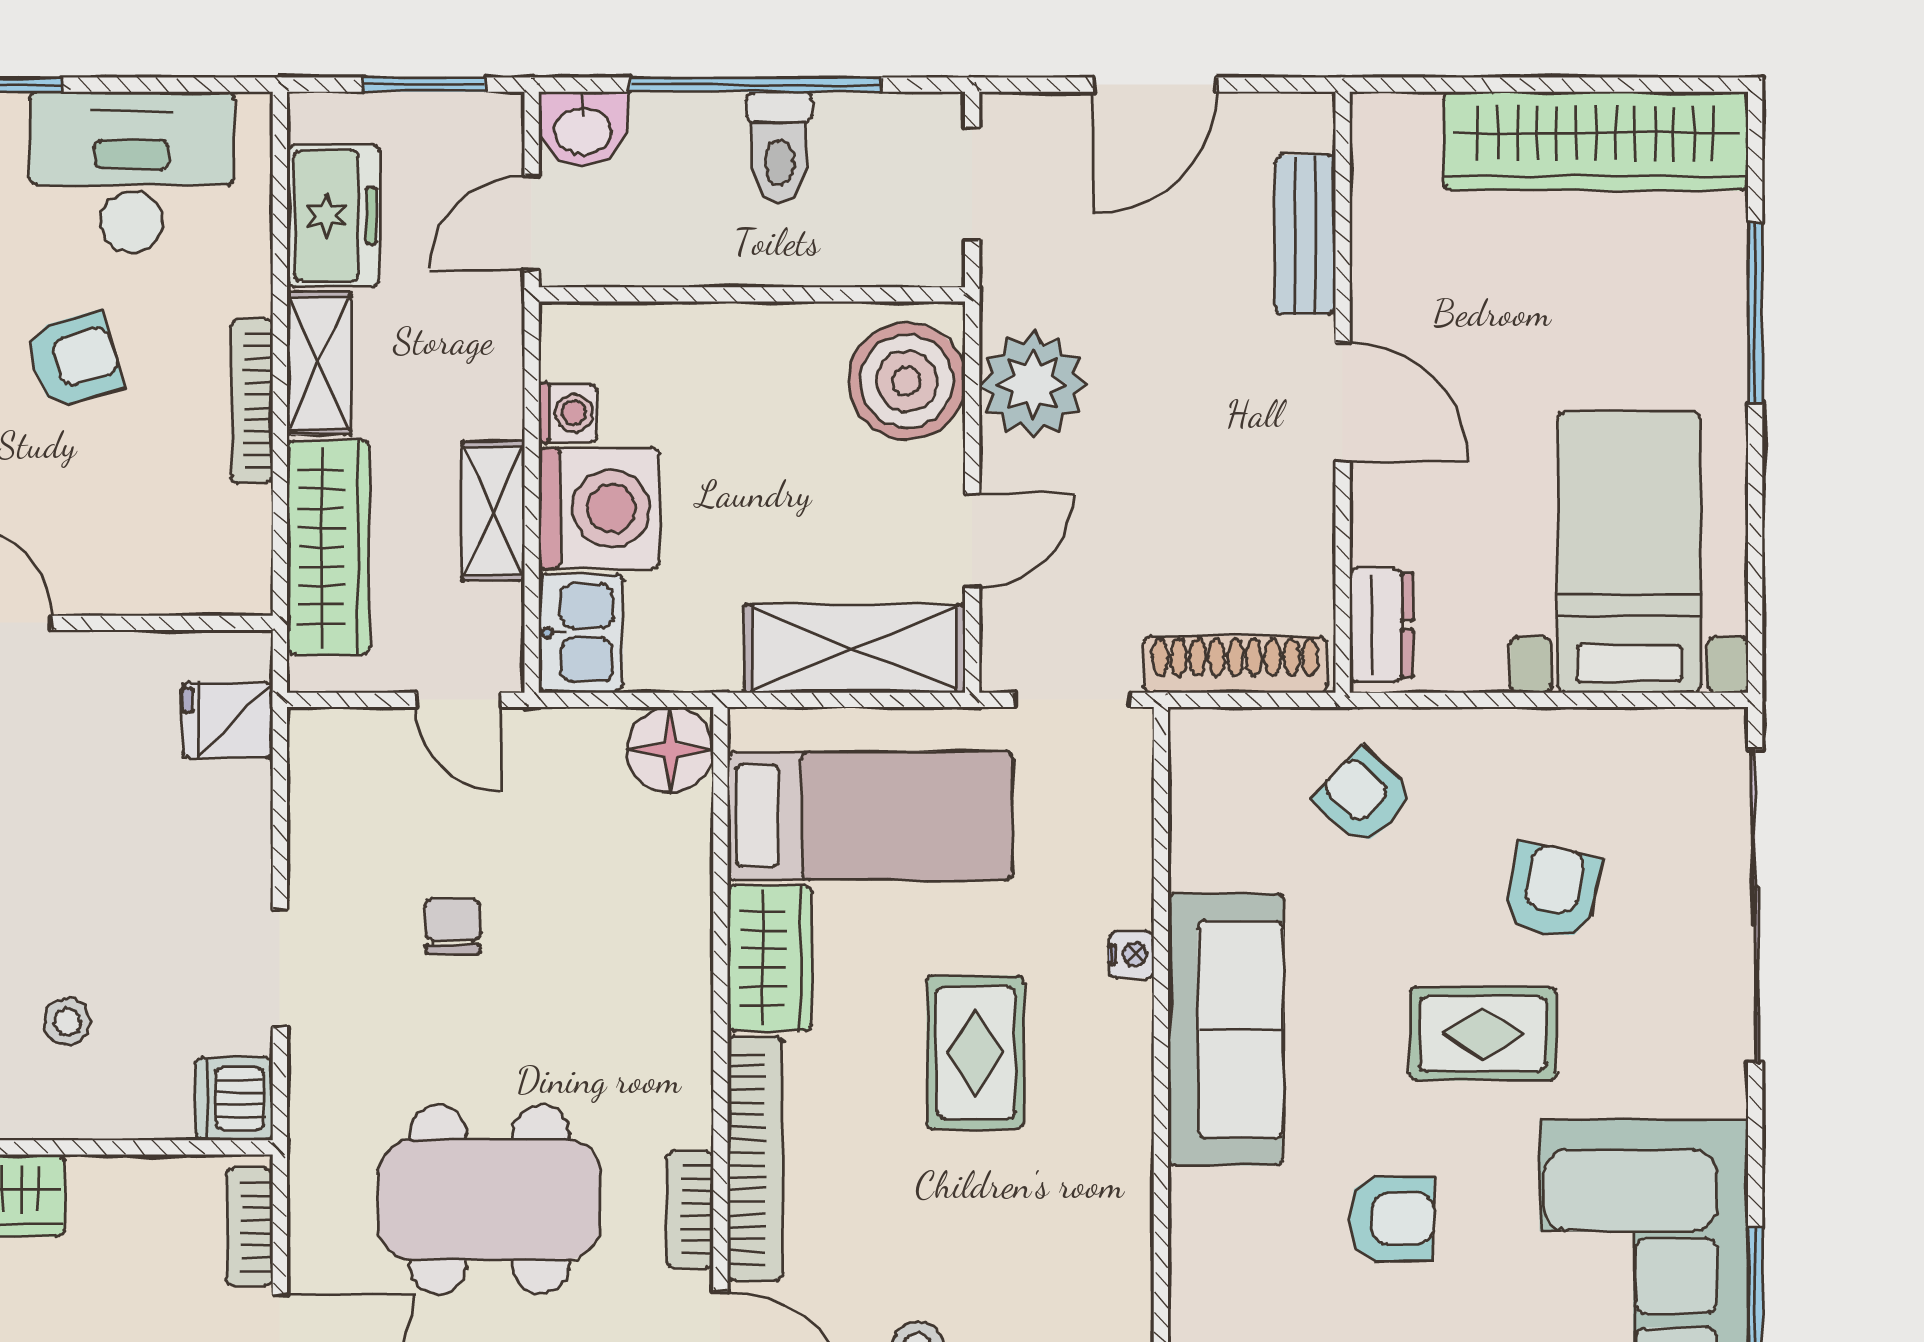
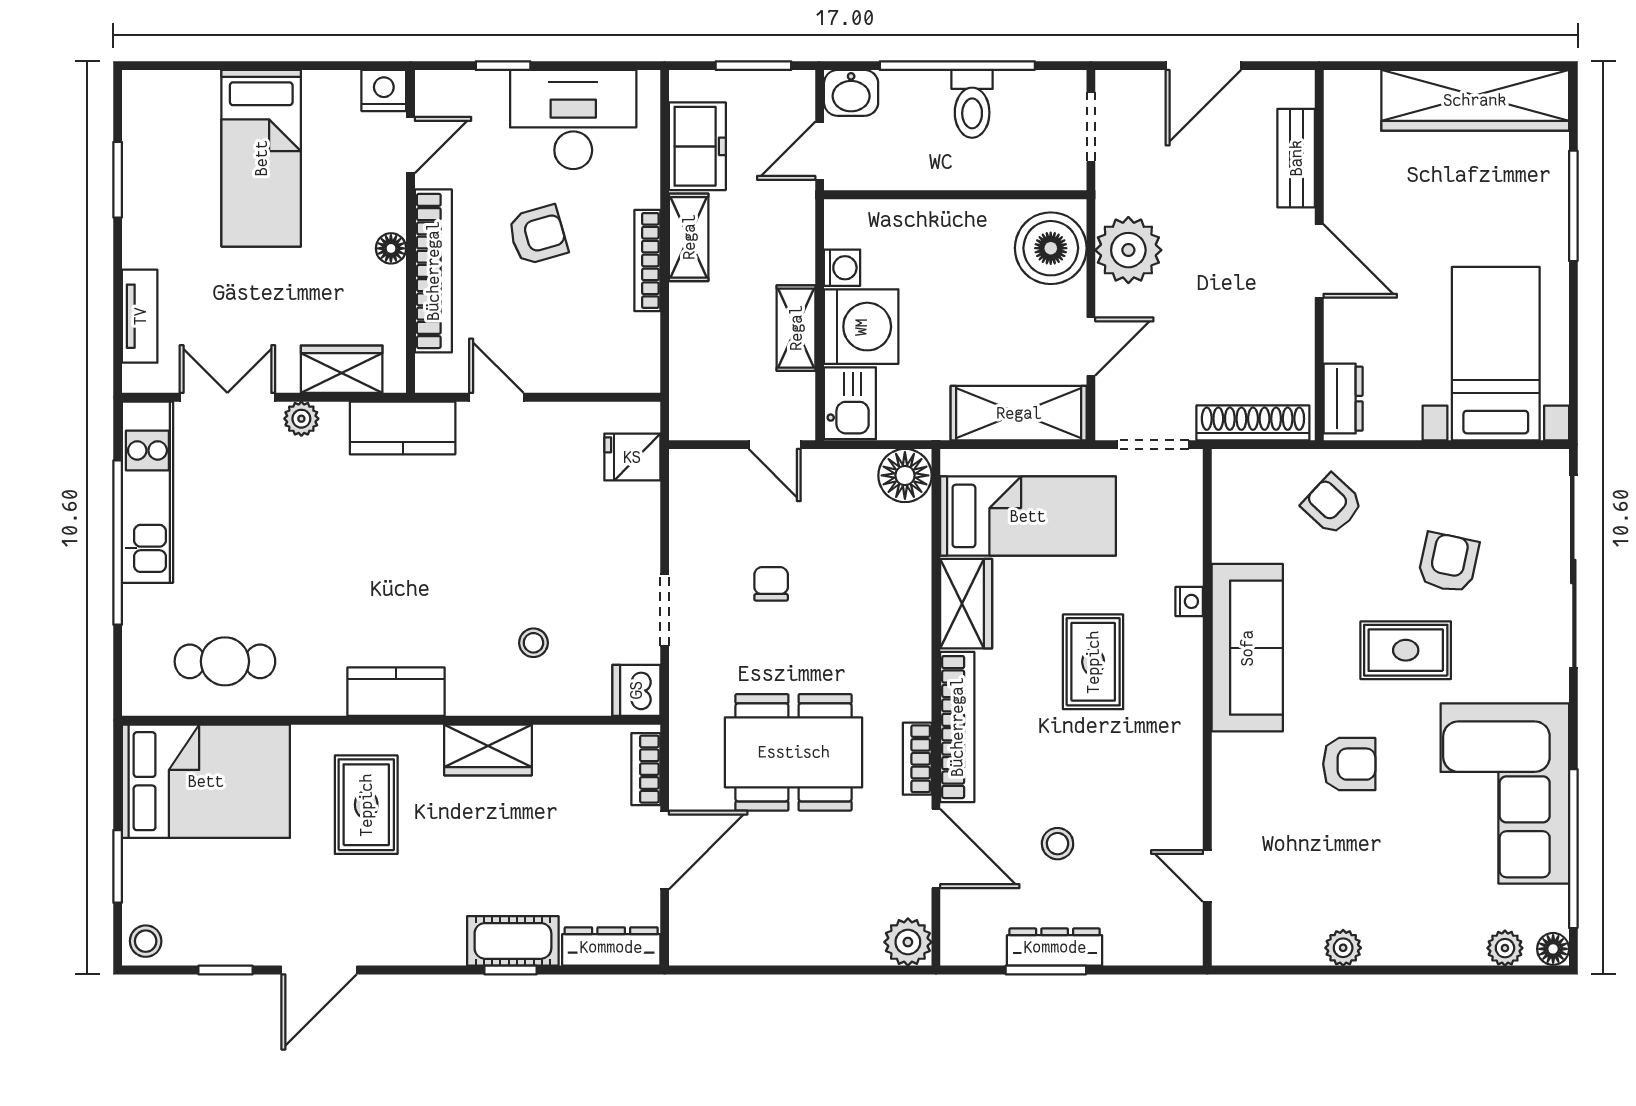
wardrobe: (328, 547) -> (694, 350), removed

